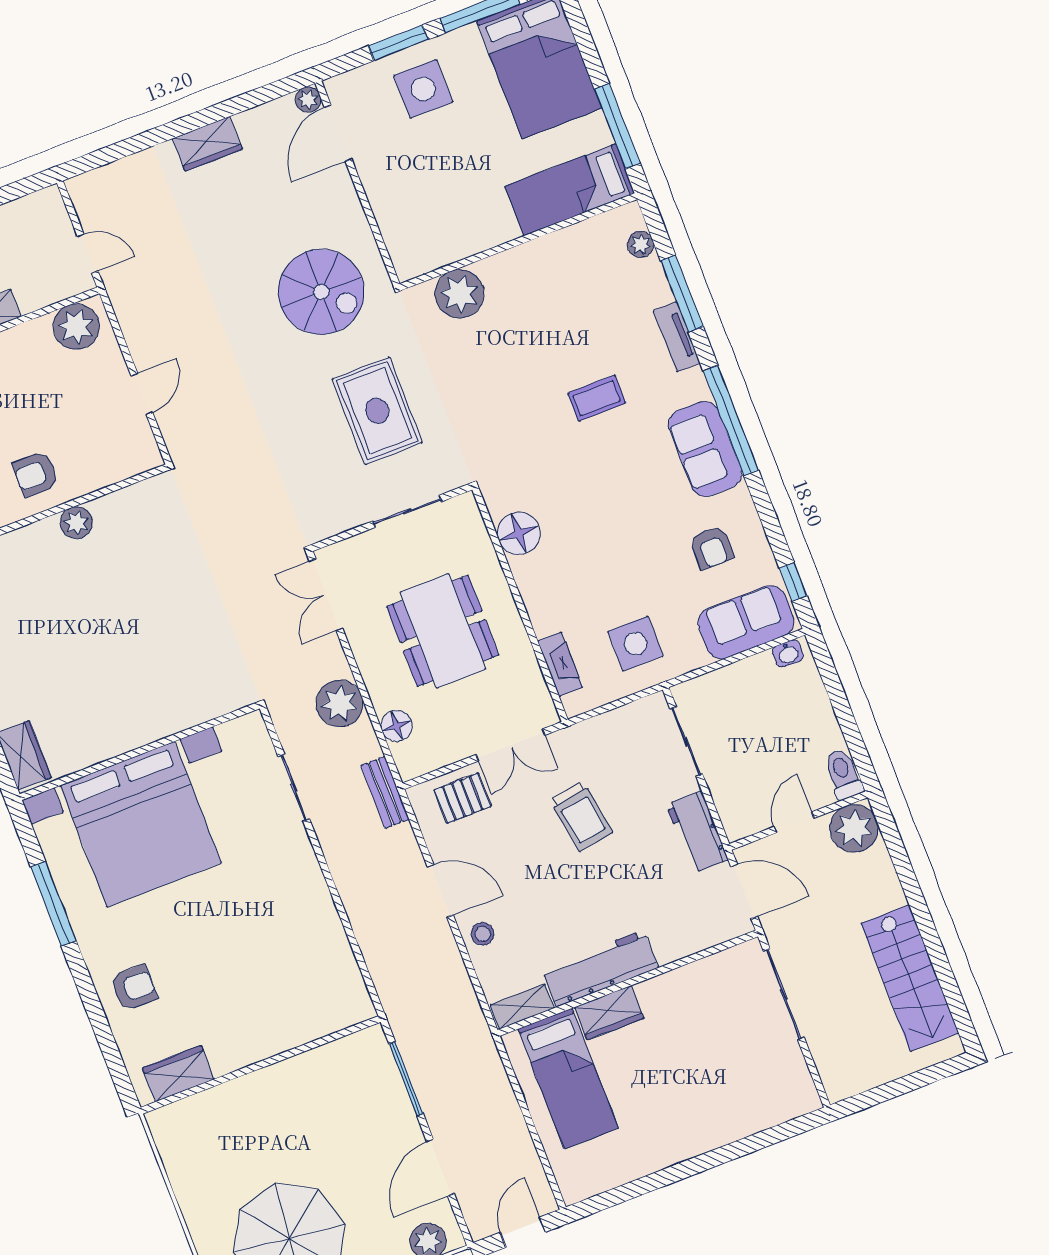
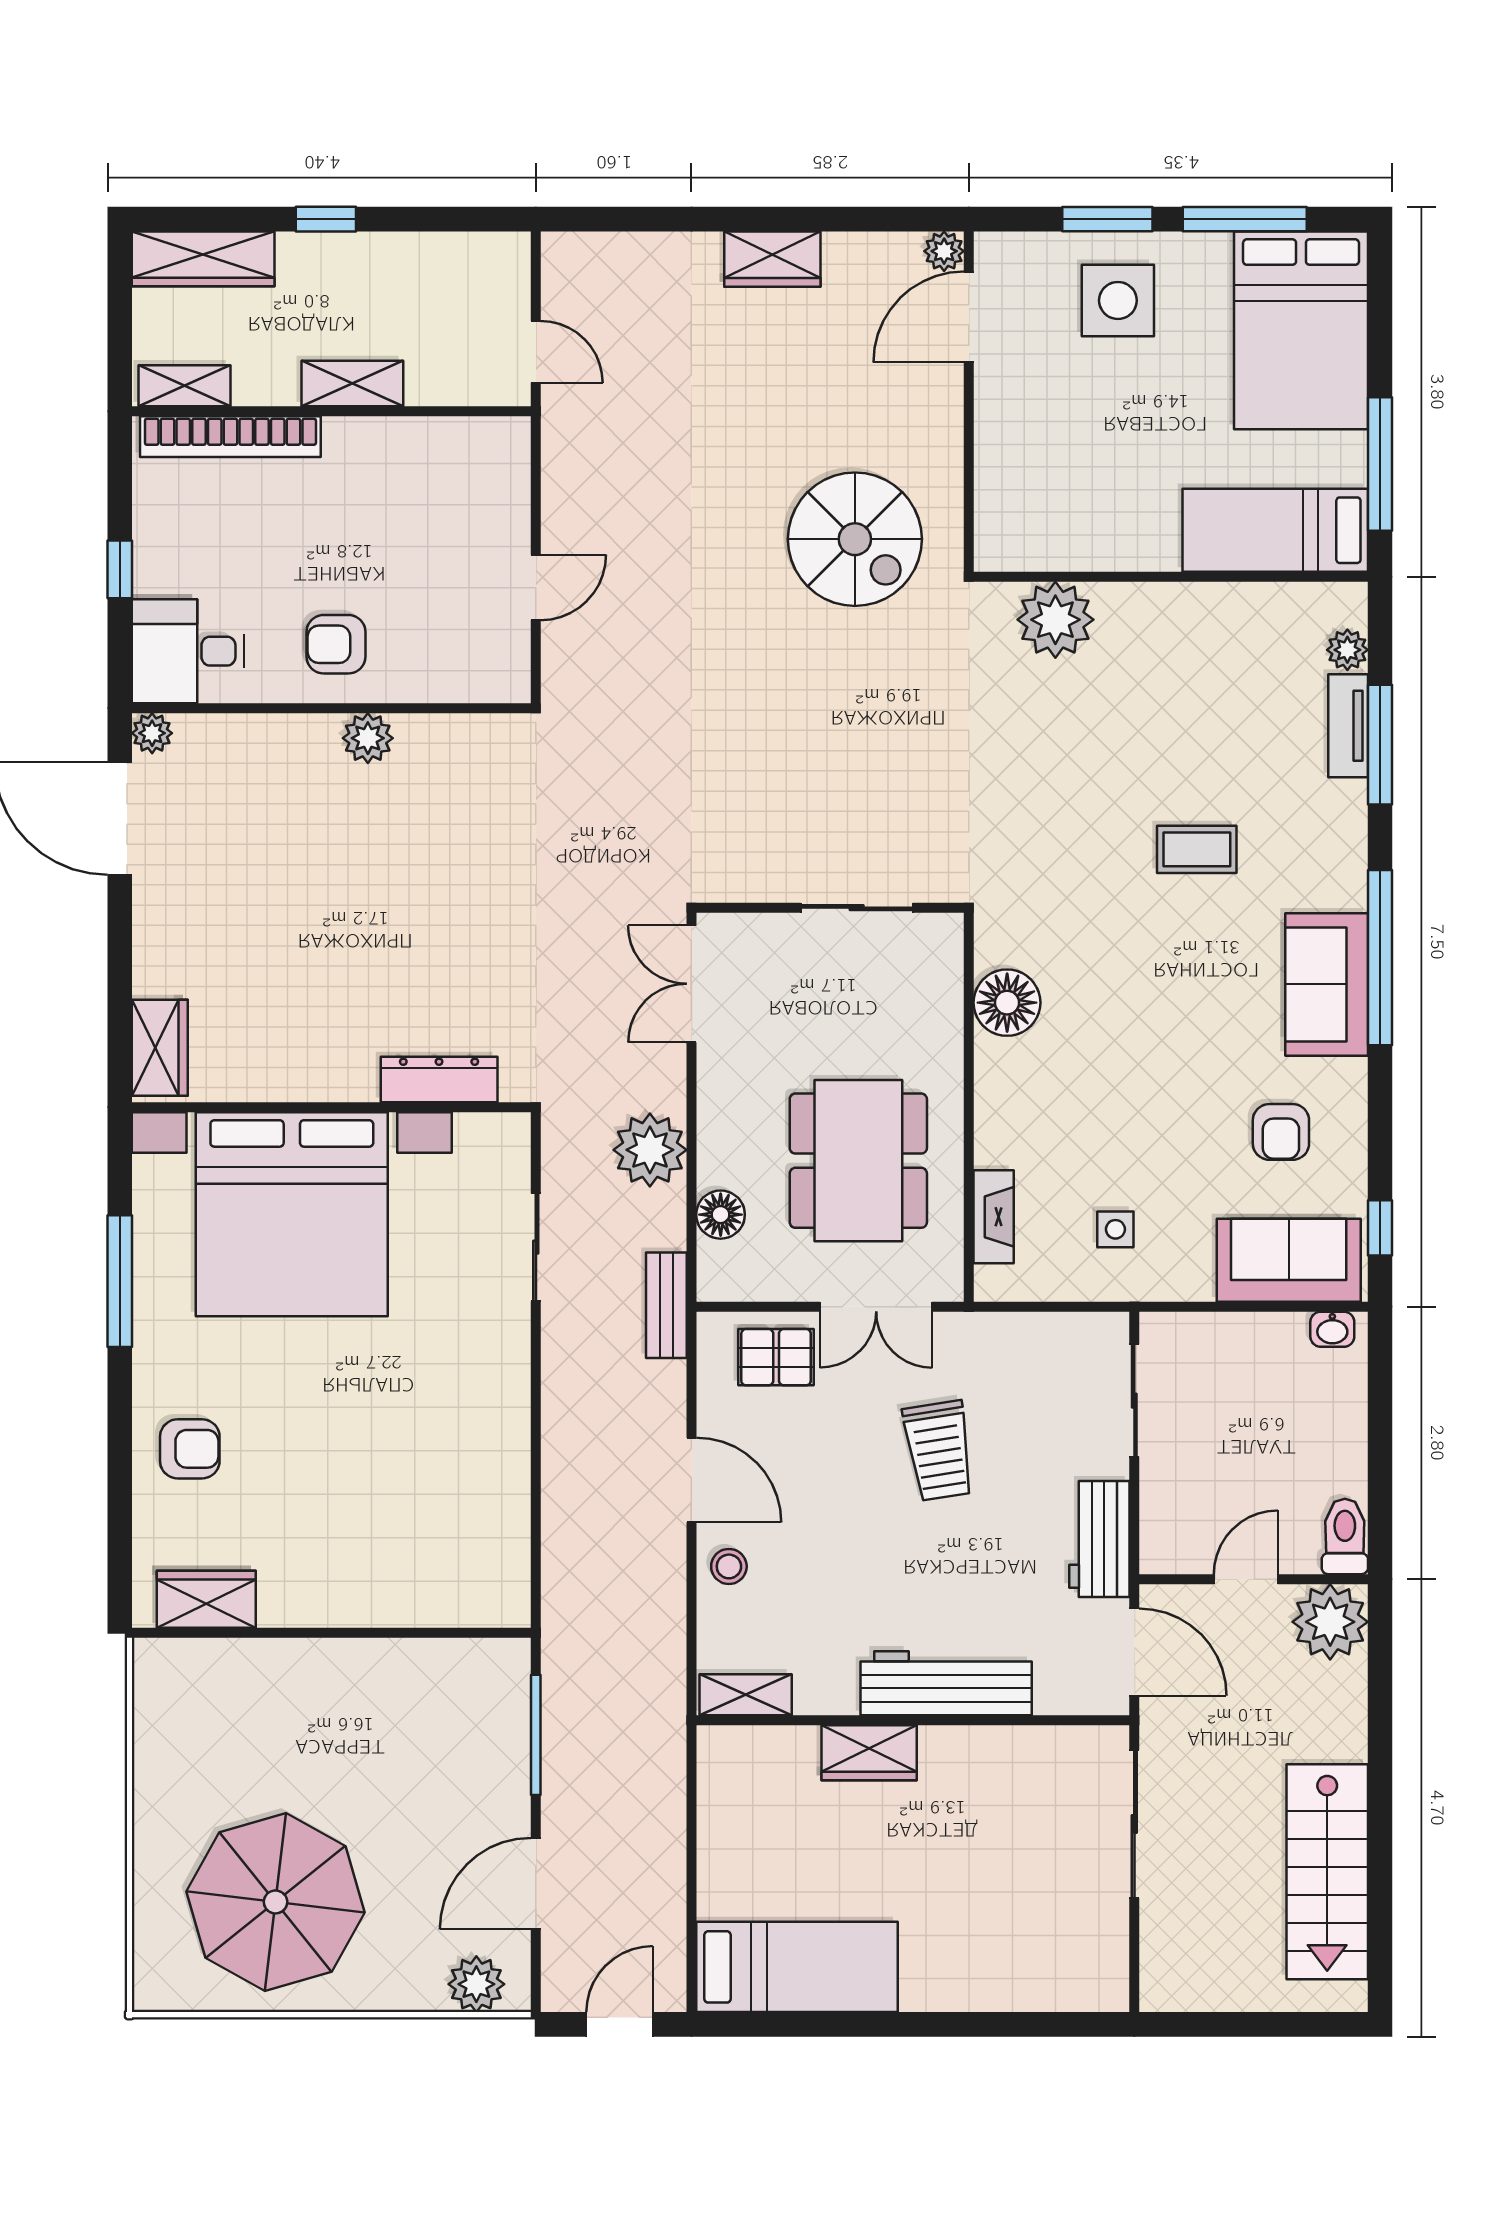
plant: (76, 327) -> (478, 452), removed
tv unit: (677, 337) -> (1348, 726), moved
rug: (377, 411) -> (870, 744), removed
dining table: (443, 631) -> (858, 1161), moved
side table: (636, 644) -> (1115, 1229), width x0.54, depth x0.54
dresser: (198, 710) -> (439, 1079), added
workbench: (600, 968) -> (946, 1683), moved
bed: (568, 1079) -> (797, 1967), moved, turned -90

